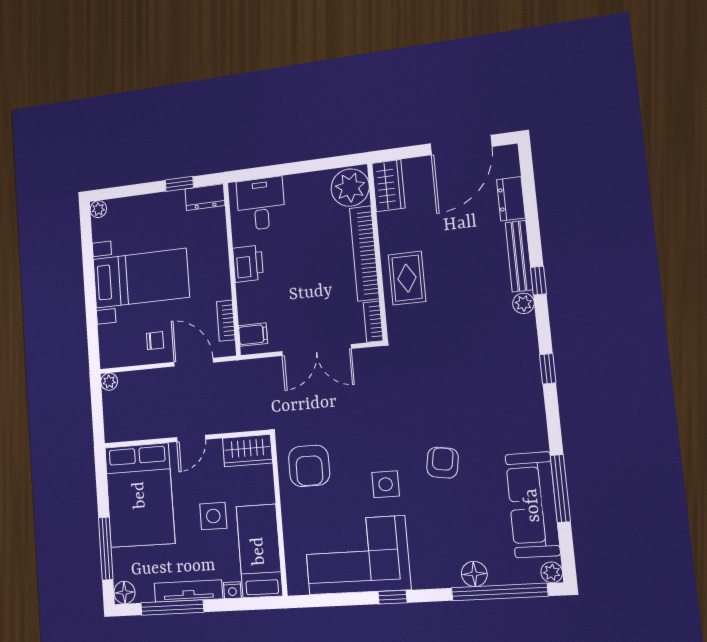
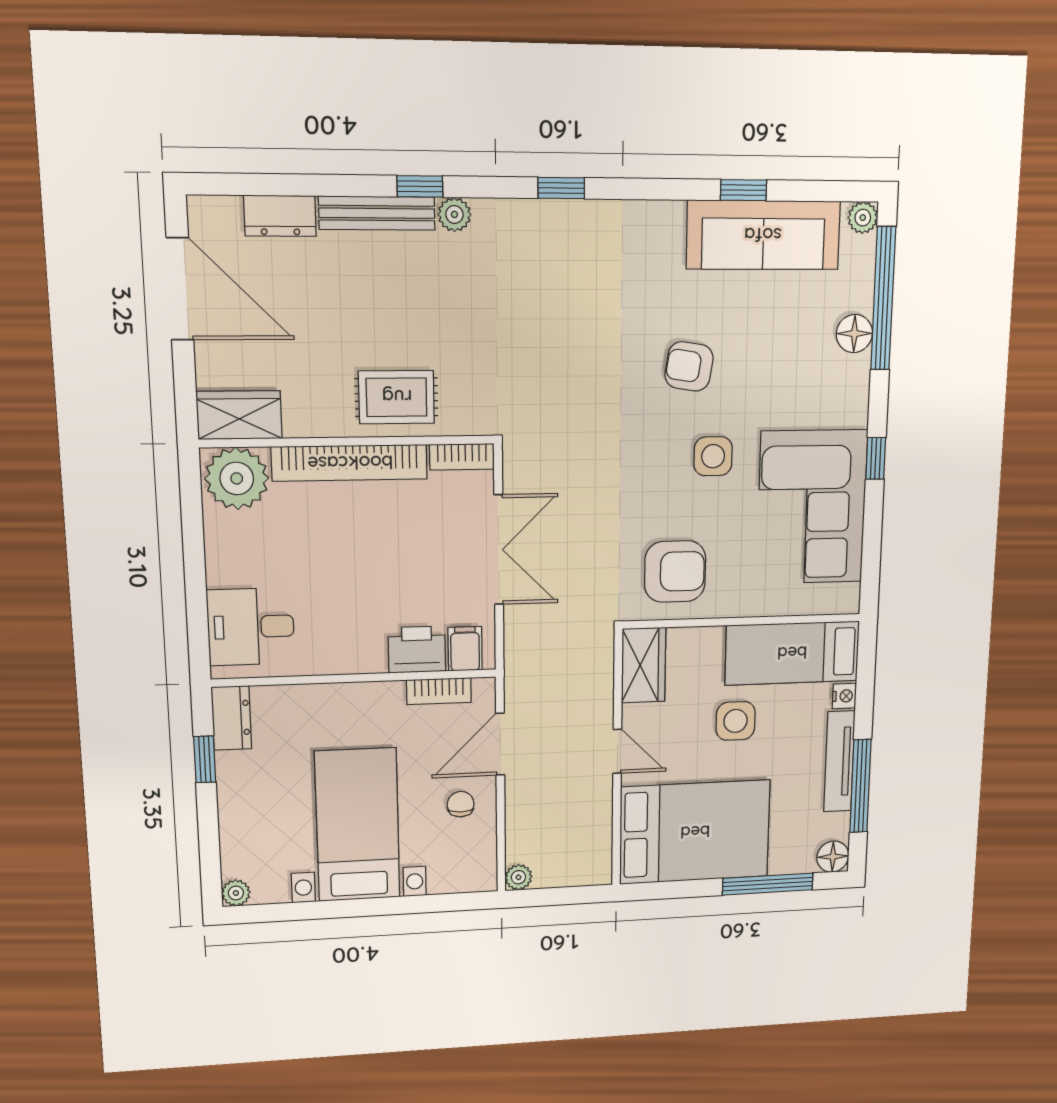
printer: (248, 264) -> (417, 650), moved
window: (560, 488) -> (744, 190), width x0.46

